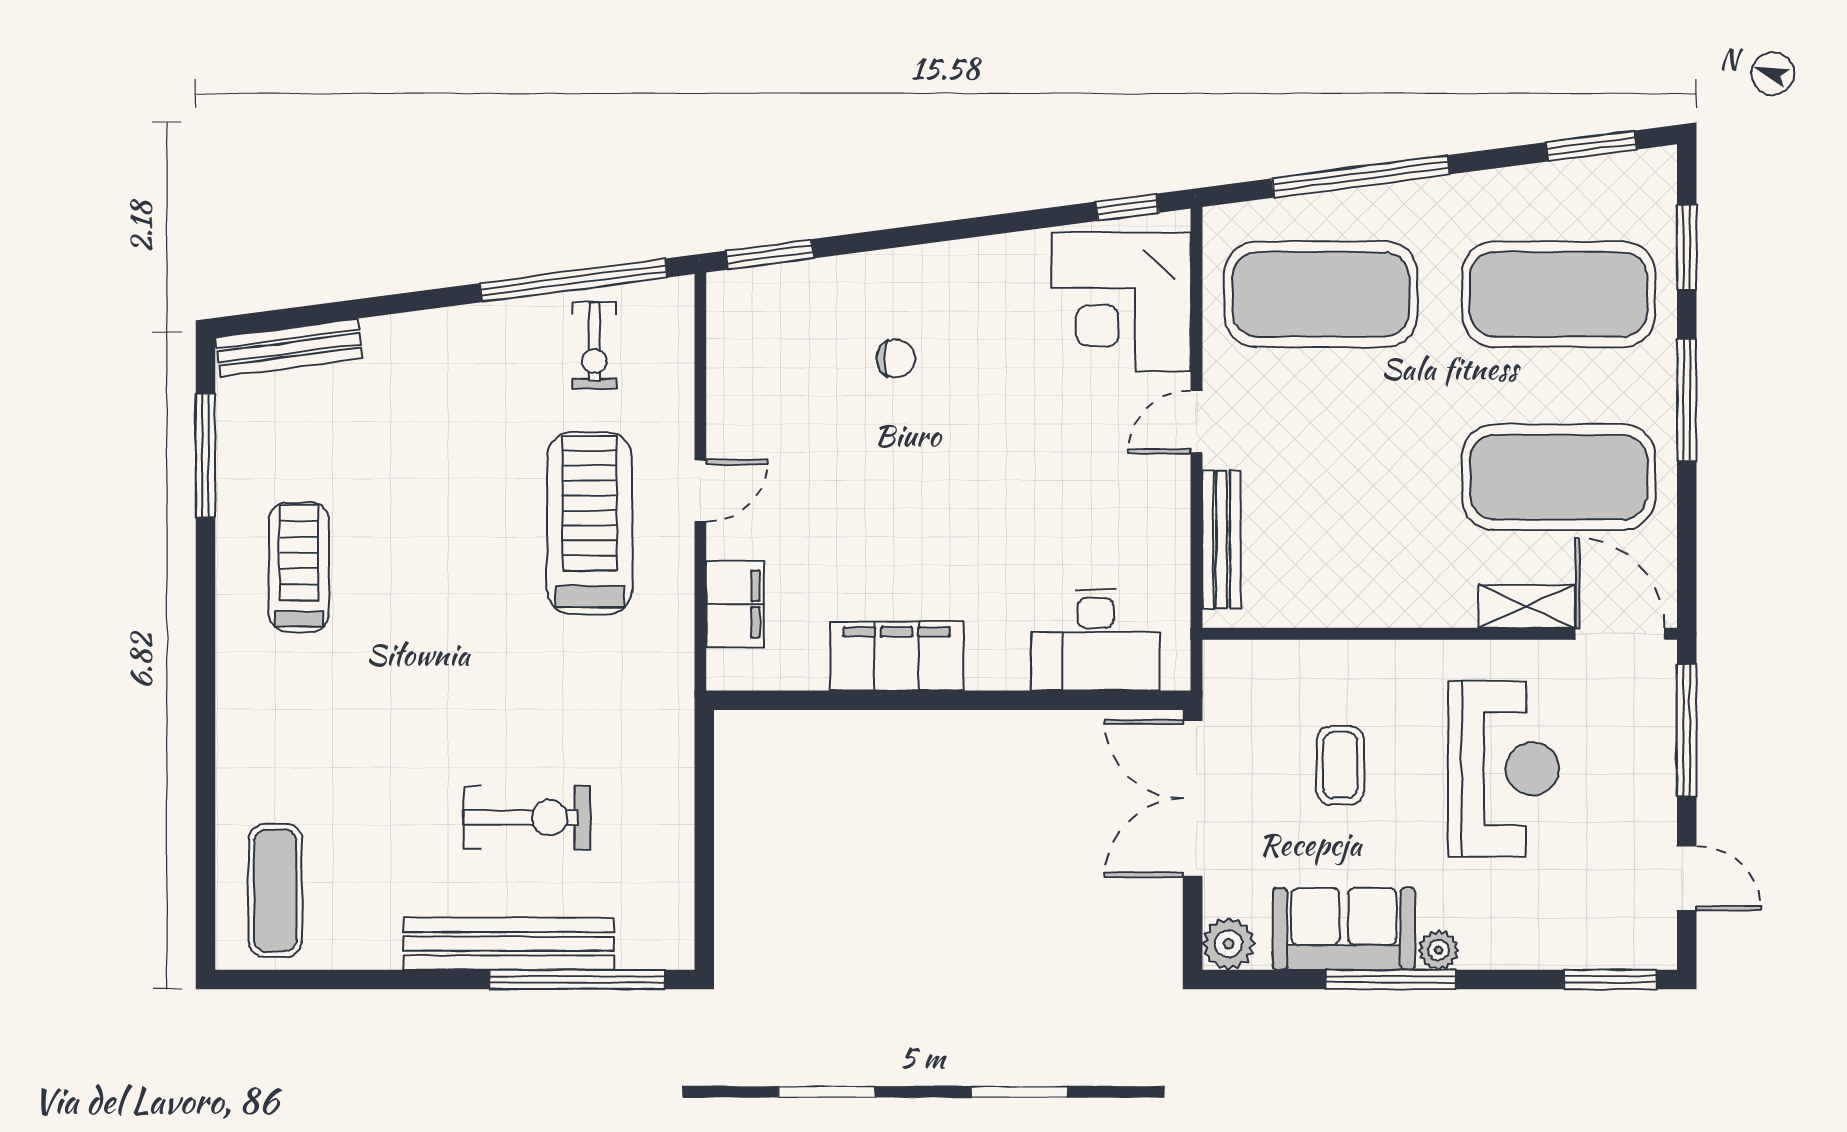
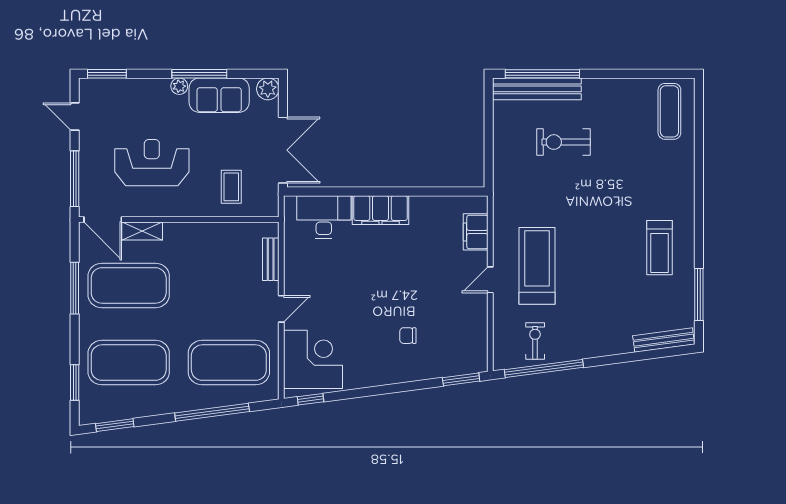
window: (1687, 400) -> (75, 288), moved
treadmill: (590, 523) -> (537, 266), turned 180
bench: (1222, 540) -> (271, 259), width x0.73
filing cabinet: (897, 656) -> (381, 210), moved
coffee table: (1340, 765) -> (231, 187), moved
reception desk: (1504, 769) -> (152, 163), turned 90
bench: (509, 944) -> (537, 89), moved

